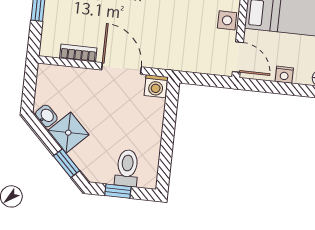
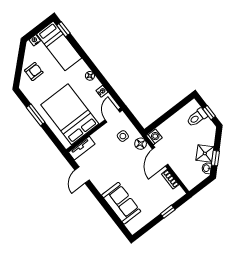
side table: (227, 20) -> (123, 136), moved
floor lamp: (164, 59) -> (141, 144), added
window: (67, 163) -> (215, 158), moved

